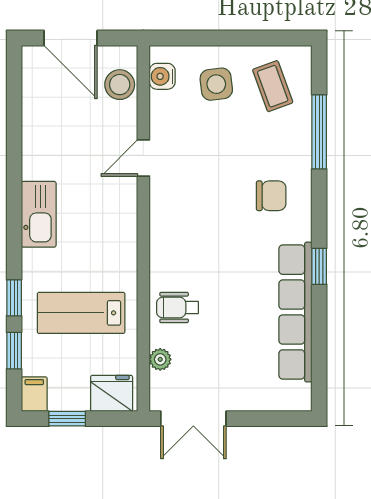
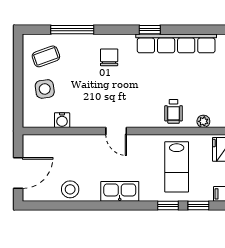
water cooler: (162, 76) -> (62, 120), moved
stool: (120, 85) -> (70, 189), moved
door: (143, 158) -> (116, 131), moved

